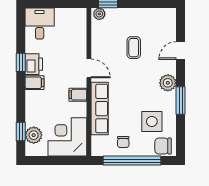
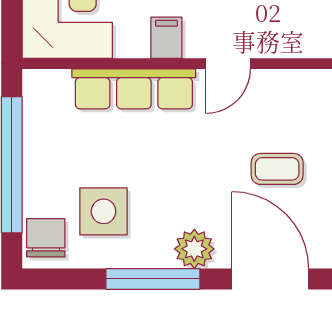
door: (181, 51) -> (270, 279), width x1.88
window: (181, 100) -> (153, 279), width x1.44
chair: (123, 142) -> (55, 144), removed

